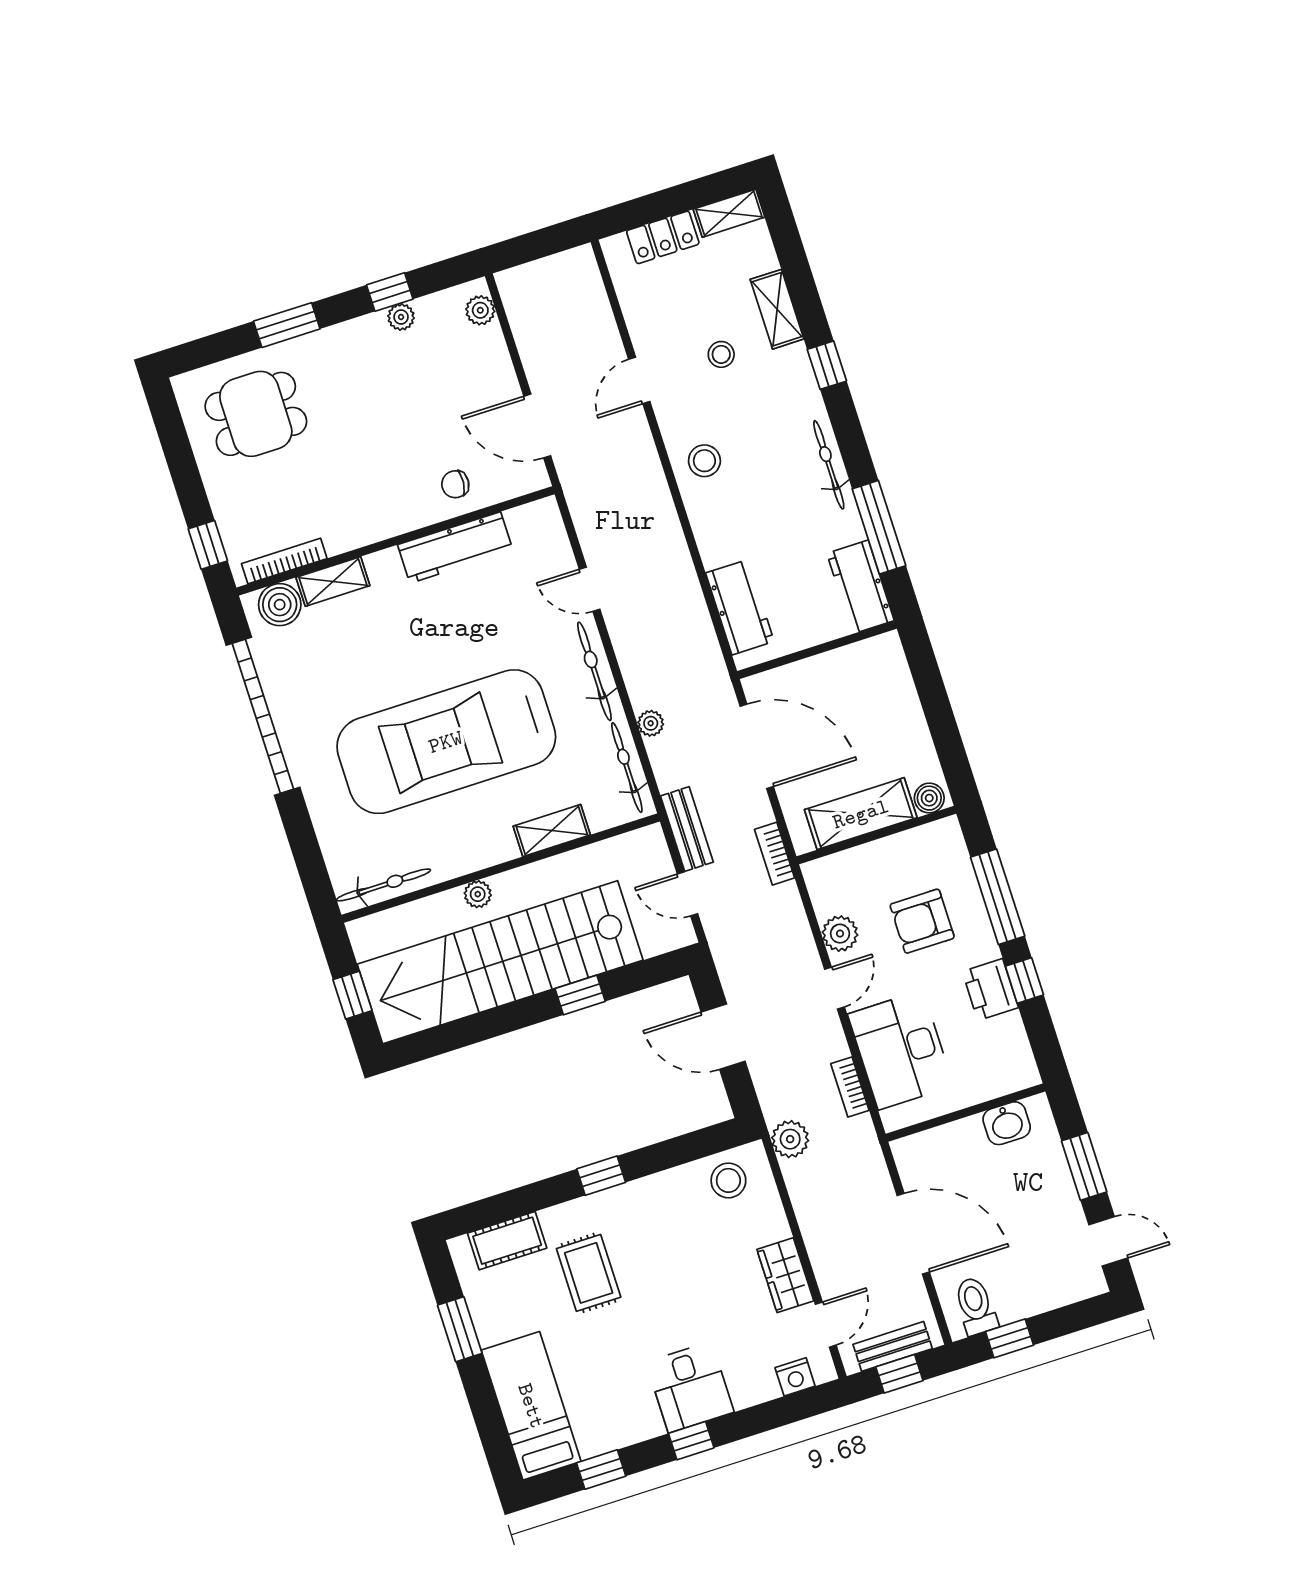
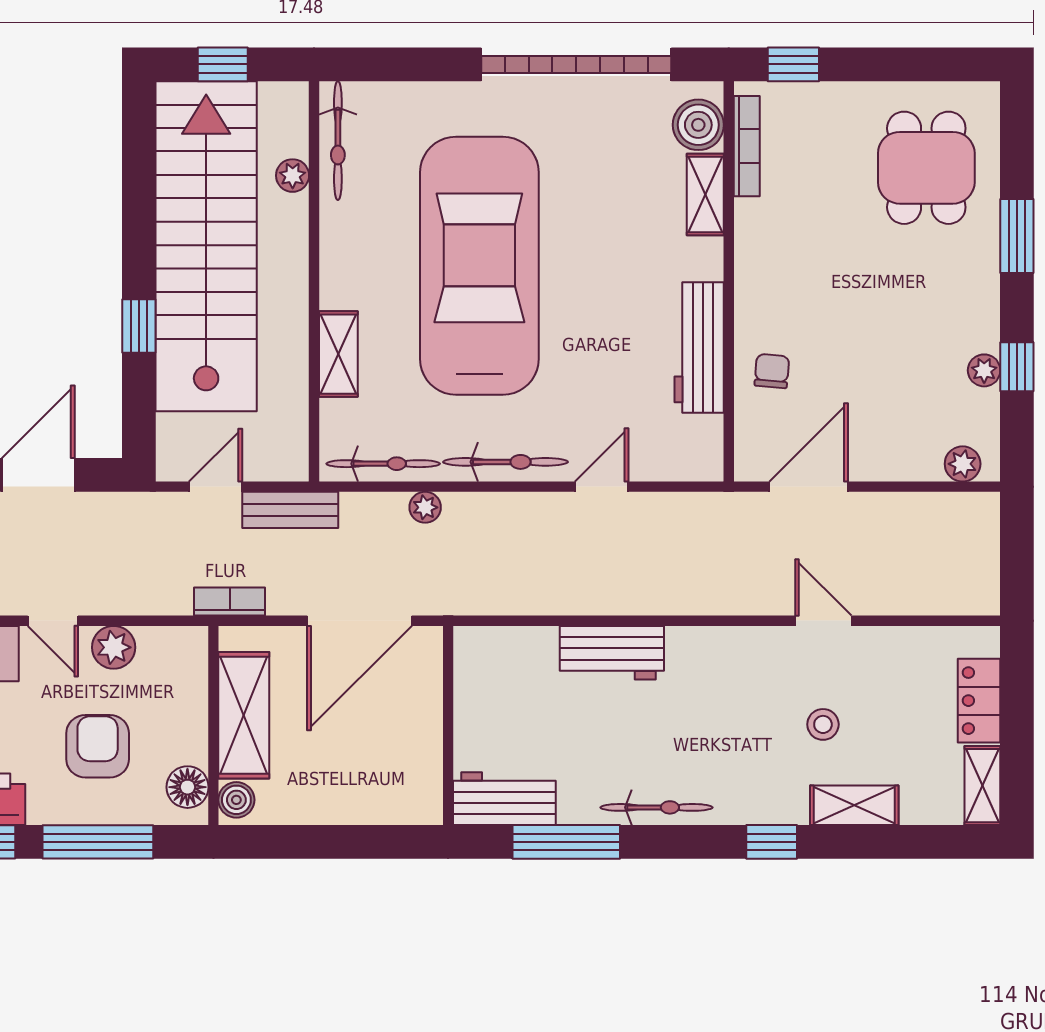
stool: (704, 461) -> (707, 666), removed
workbench: (740, 607) -> (612, 653), moved
floor lamp: (932, 840) -> (187, 787), added
plant: (478, 894) -> (293, 176), moved

